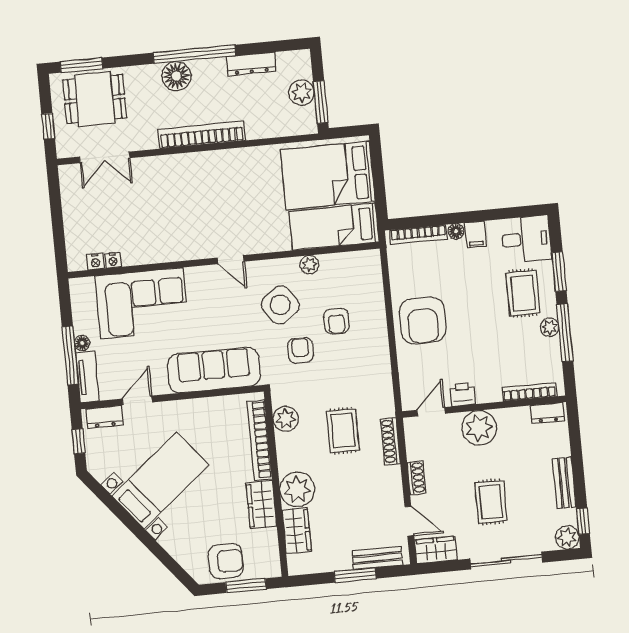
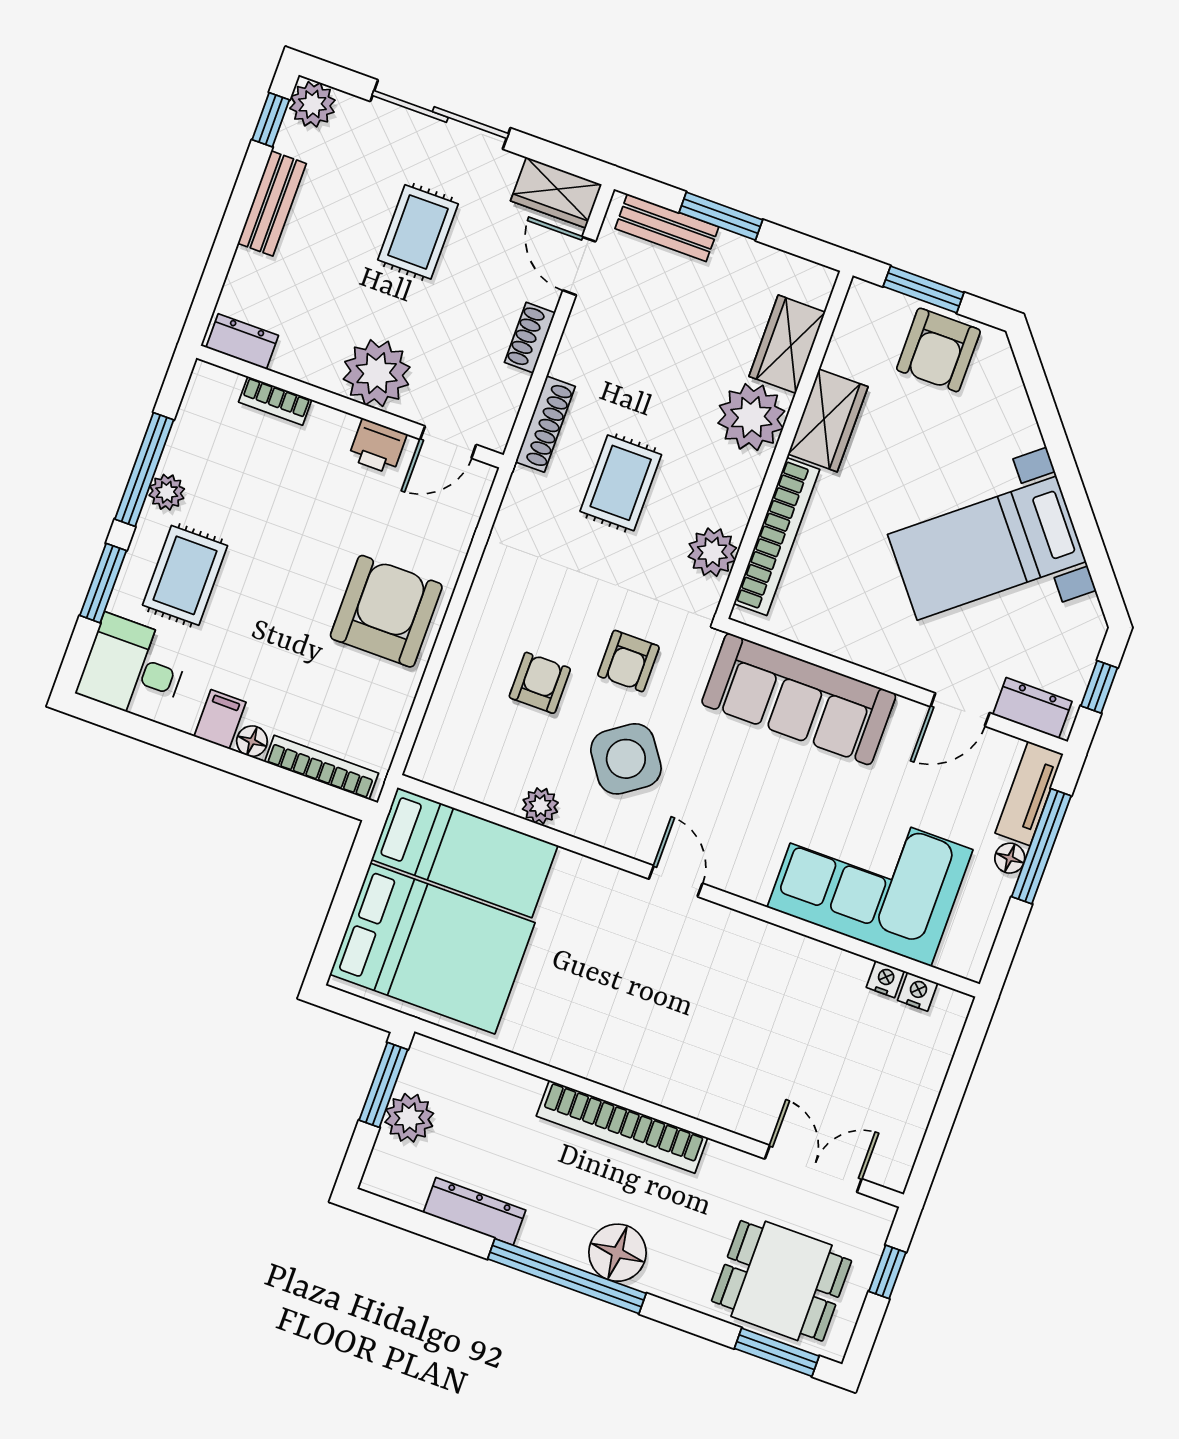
bookcase: (529, 392) -> (275, 401), width x0.64
armchair: (226, 561) -> (938, 350), turned -90

